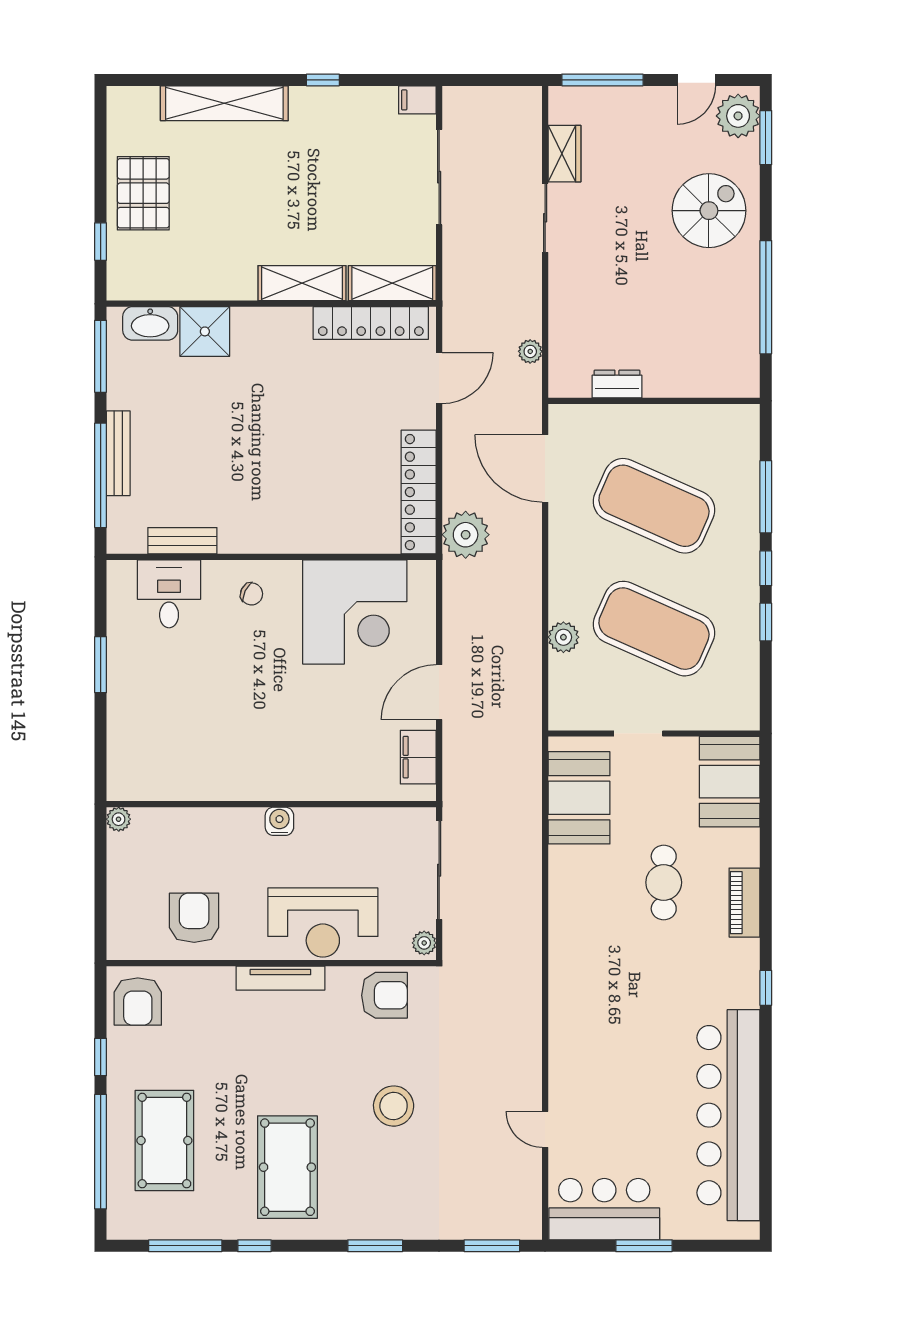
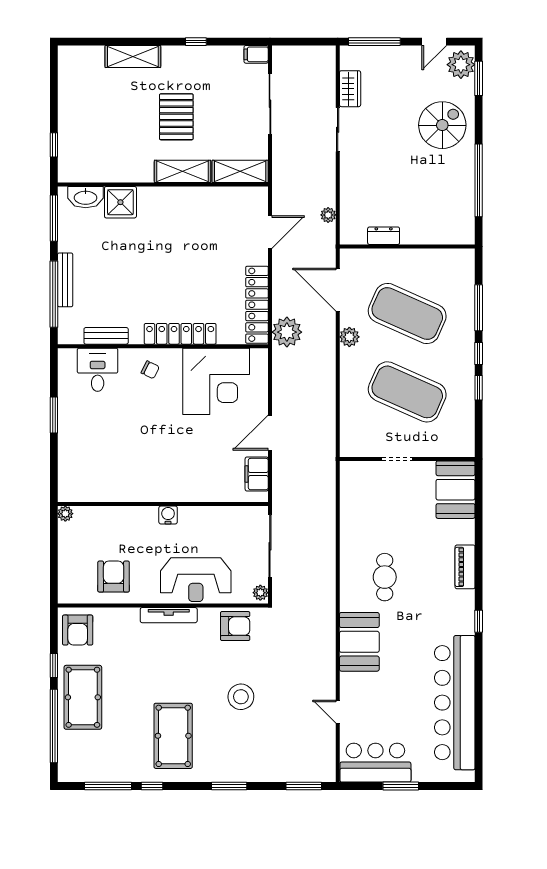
shelving: (224, 103) -> (133, 56), width x0.68
pallet: (143, 193) -> (176, 117), moved
locker: (371, 323) -> (180, 334), moved, turned 180
plant: (563, 637) -> (349, 337), moved
booth: (579, 798) -> (359, 642), moved
cafe table: (664, 882) -> (385, 577), moved
pool table: (164, 1140) -> (83, 697), moved

